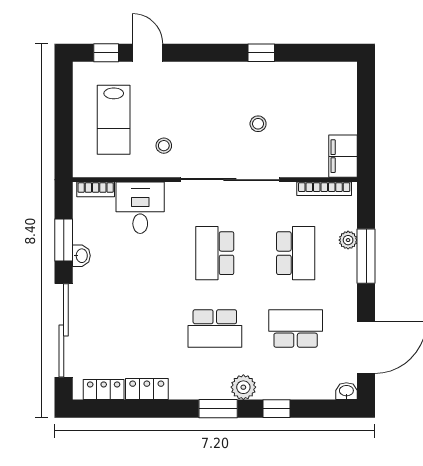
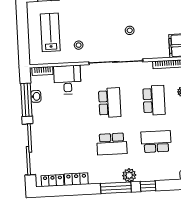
lab bench: (114, 120) -> (50, 32), turned 180
window: (64, 240) -> (26, 100), width x1.44
school desk: (215, 253) -> (110, 103), turned 180
washbasin: (81, 256) -> (36, 96), moved
window: (218, 409) -> (116, 188), width x1.44

